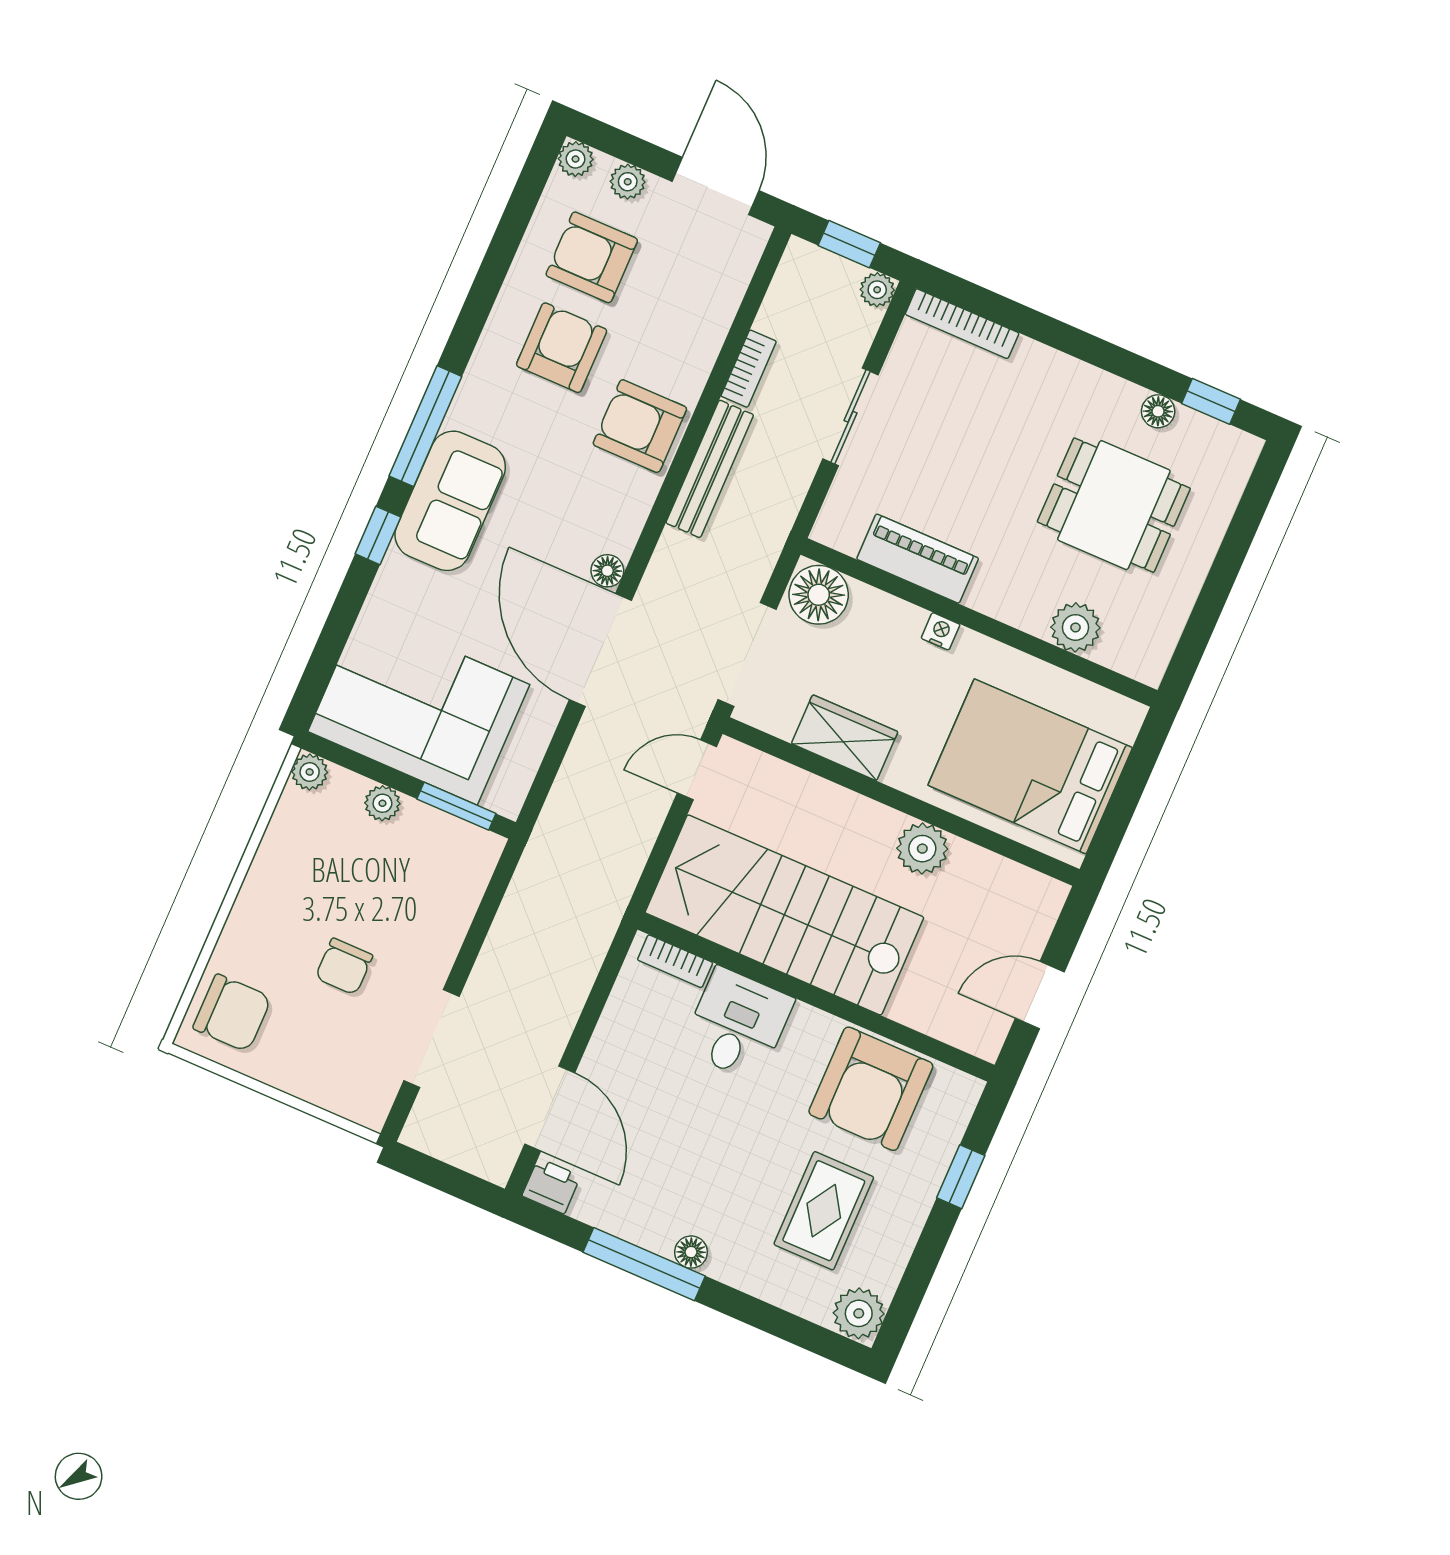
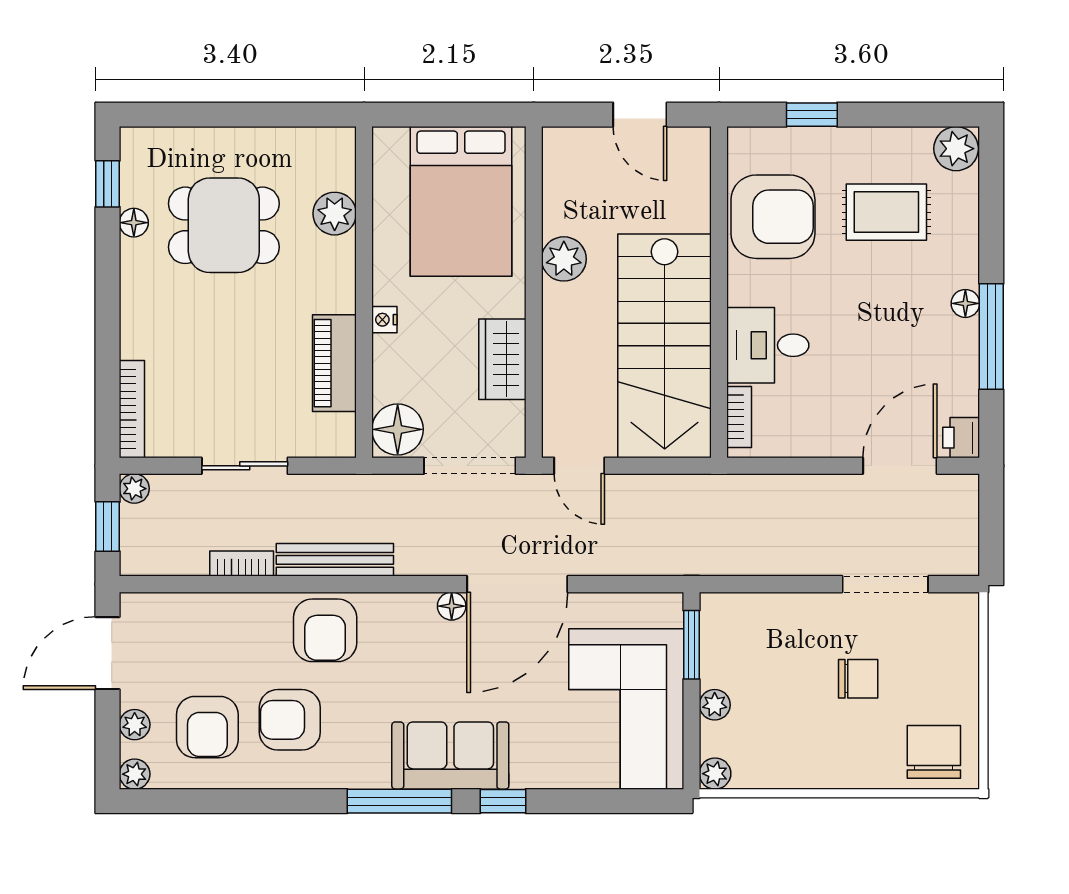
dining table: (1114, 505) -> (224, 225), turned 90

